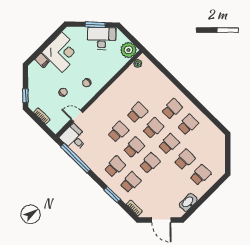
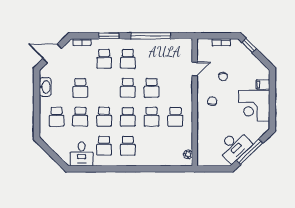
window: (95, 25) -> (250, 152), width x1.44
plant: (128, 50) -> (205, 158), removed
school desk: (121, 97) -> (175, 117), added
desk: (74, 138) -> (82, 154), moved, turned 90
window: (76, 158) -> (151, 36), moved
school desk: (150, 163) -> (80, 88), moved

